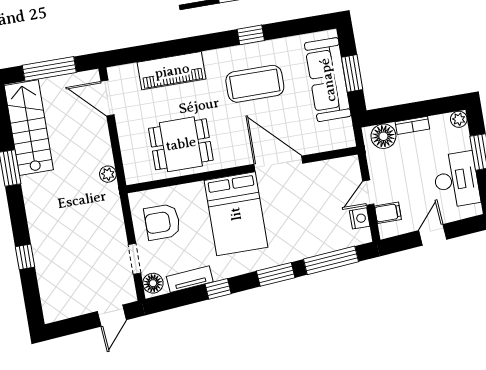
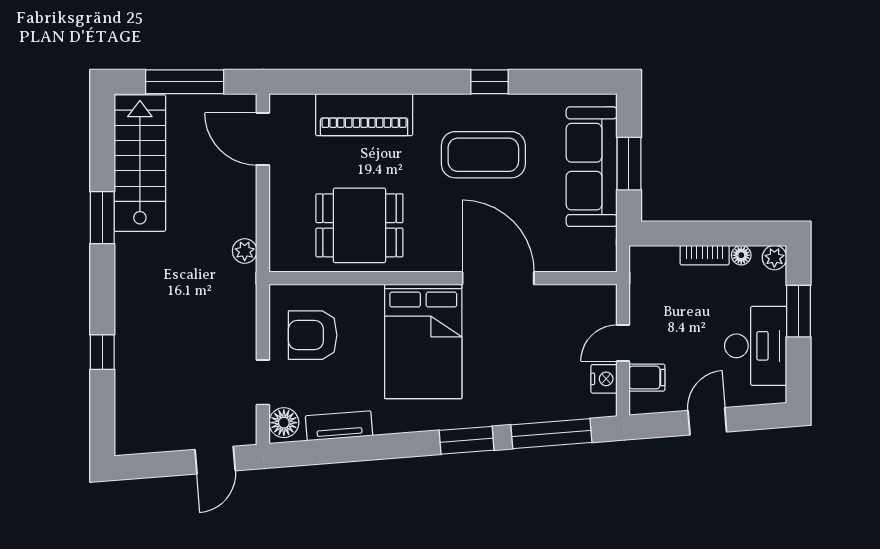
floor lamp: (383, 136) -> (741, 255), moved, width x0.53, depth x0.53
window: (218, 289) -> (378, 447), removed

